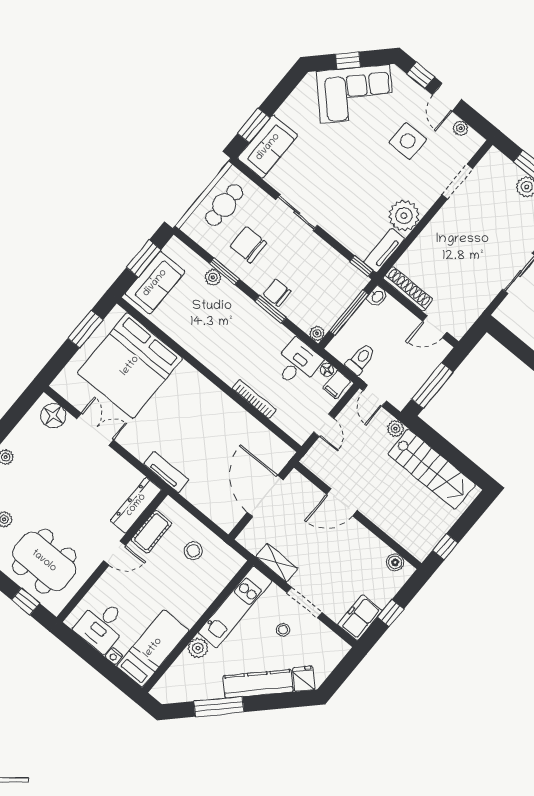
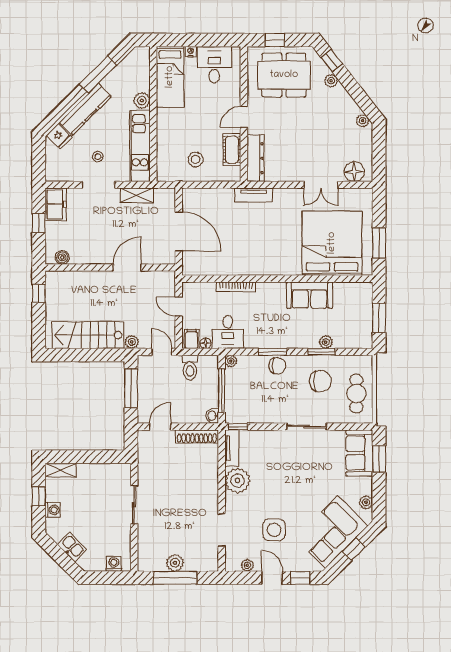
plant: (300, 95) -> (366, 502), added
sofa: (155, 283) -> (310, 295), moved, turned -90

